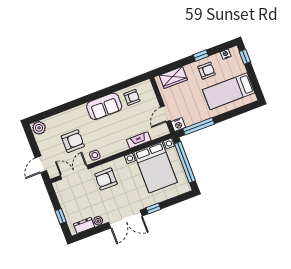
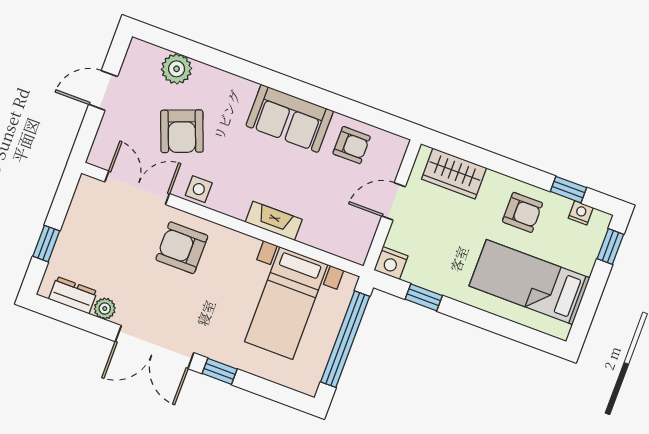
window: (201, 56) -> (568, 190), moved
door: (165, 114) -> (394, 201), moved
window: (199, 126) -> (424, 297), width x0.46
plant: (39, 128) -> (177, 69), moved
fireplace: (139, 140) -> (274, 221), moved
armchair: (73, 141) -> (182, 131), turned 69
door: (41, 164) -> (103, 90), moved
bed with nightstands: (156, 167) -> (286, 303), width x0.73

